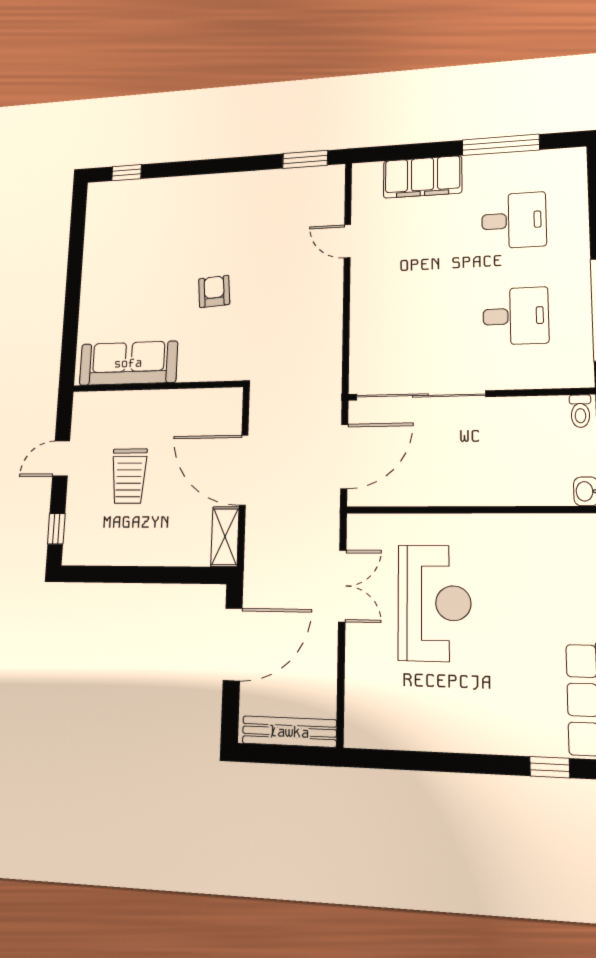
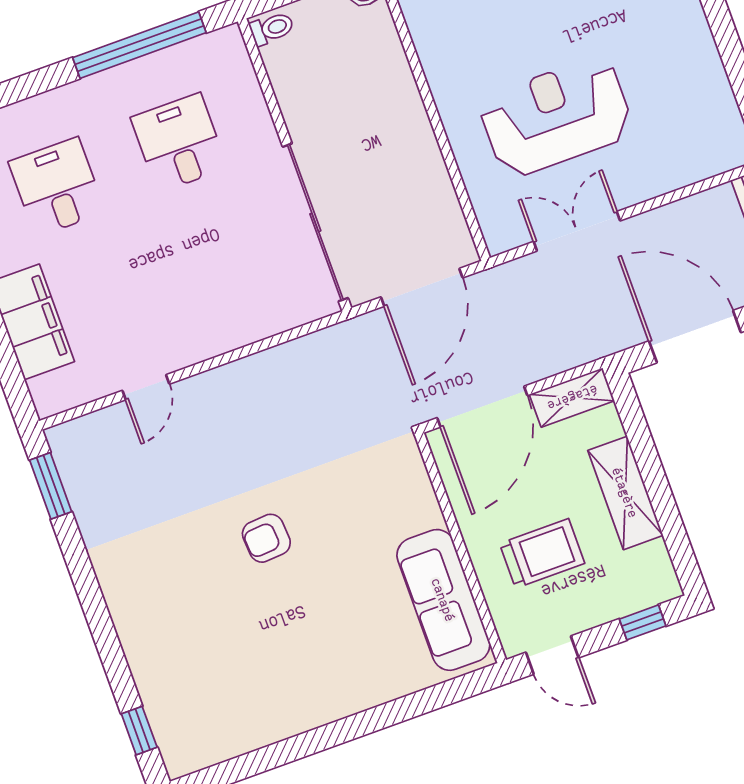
sofa: (128, 363) -> (443, 600), moved
wall: (157, 386) -> (461, 548), moved
door: (344, 456) -> (422, 287), swing flipped
shelving: (145, 550) -> (625, 493), added

